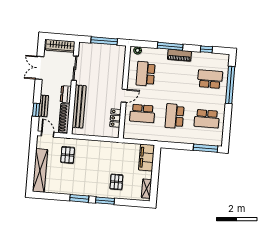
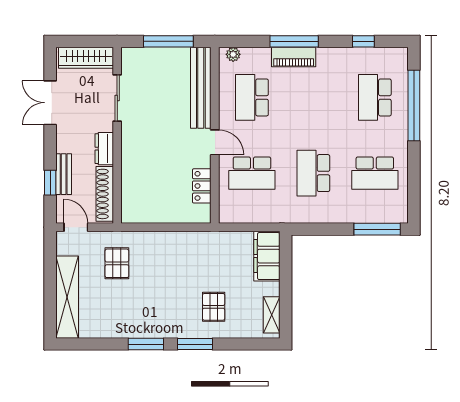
piano: (179, 55) -> (294, 57), moved
school desk: (210, 79) -> (375, 97), turned -90
door: (124, 96) -> (215, 142), hinge flipped
bench: (79, 106) -> (201, 88), moved

